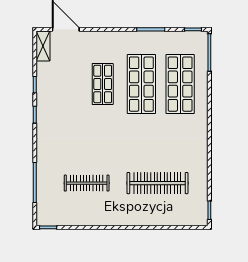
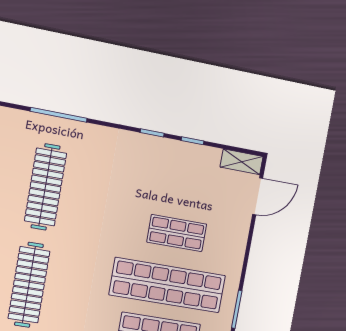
shop shelf: (141, 84) -> (167, 285), width x1.40
clothes rail: (87, 183) -> (46, 187), width x1.37, depth x1.31

